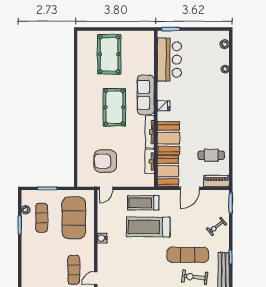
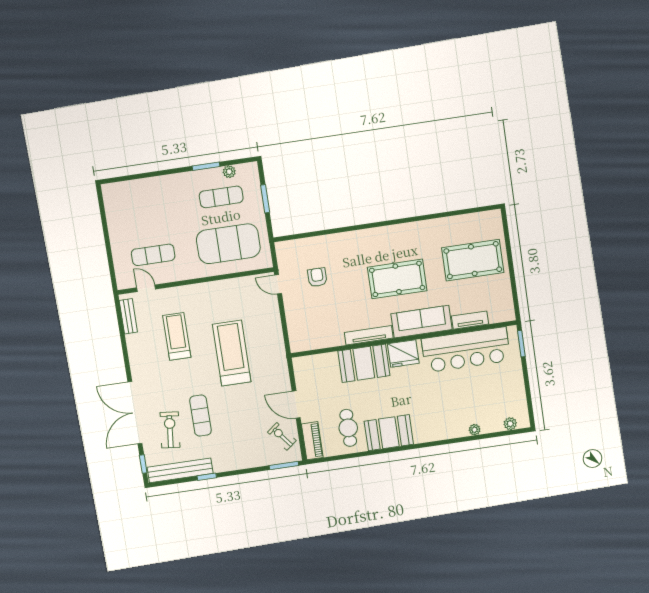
bar counter: (169, 60) -> (466, 350), width x1.36
fridge: (164, 106) -> (403, 354), width x1.88, depth x1.34
armchair: (105, 161) -> (317, 277), width x0.53, depth x0.53
tv unit: (150, 161) -> (470, 320), moved
booth: (168, 171) -> (389, 433), moved
treadmill: (143, 203) -> (177, 336), moved
exercise bike: (217, 227) -> (282, 436), moved
water cooler: (102, 238) -> (205, 289), removed
exercise mat: (188, 255) -> (200, 416), width x0.73, depth x0.69

